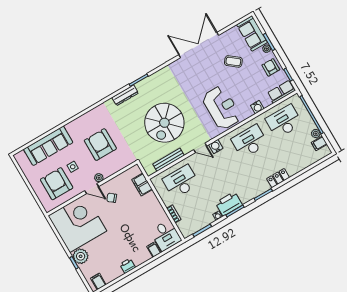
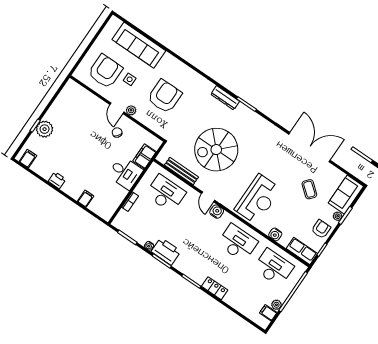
corner desk: (77, 223) -> (76, 110), removed
desk: (166, 235) -> (125, 173), moved, turned -90

